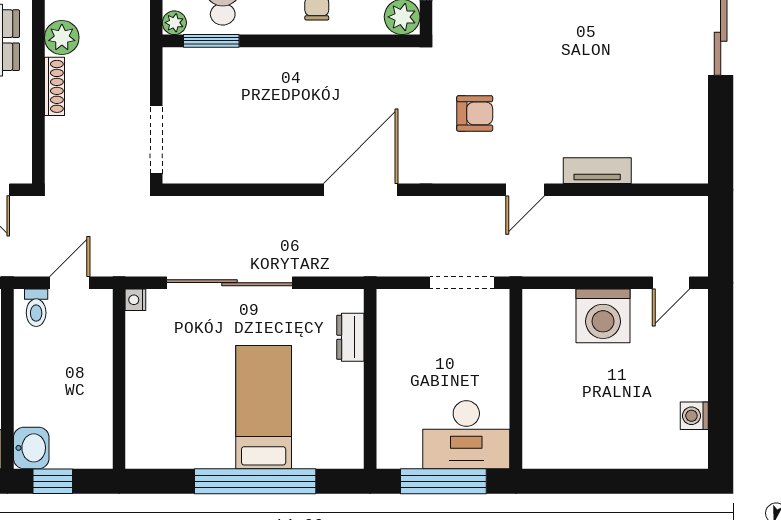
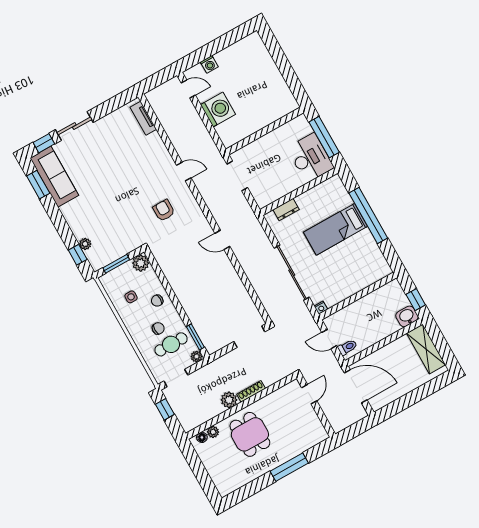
tv unit: (597, 171) -> (143, 118), moved
door: (361, 190) -> (222, 240), width x0.53
washing machine: (694, 416) -> (209, 64), moved
desk: (466, 435) -> (310, 158), moved

